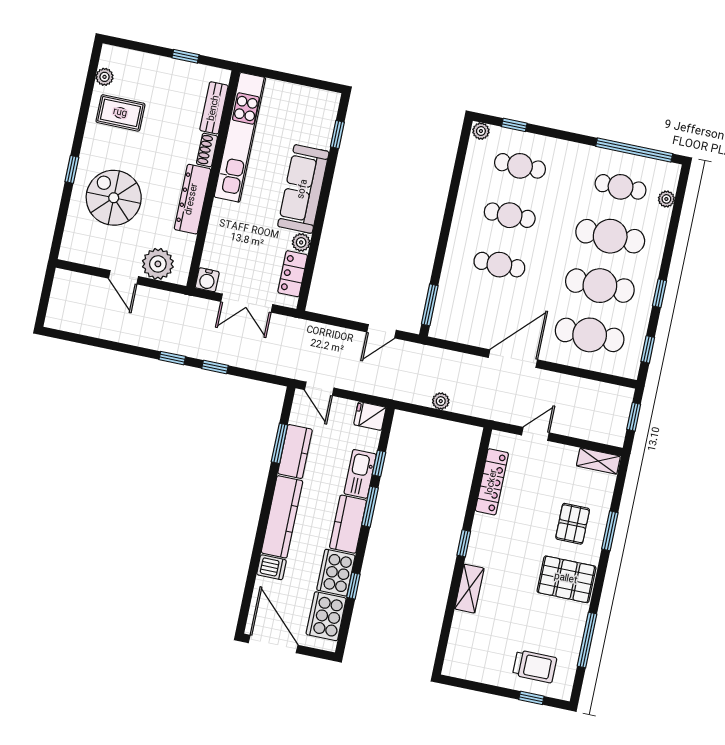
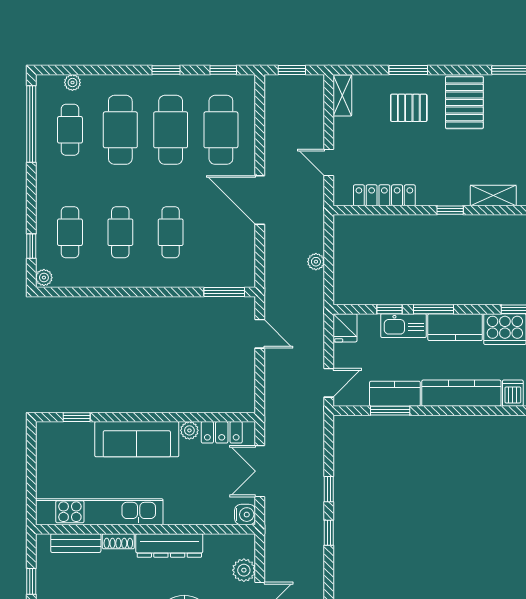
plant: (158, 264) -> (244, 570), width x0.73, depth x0.73
double door: (247, 303) -> (260, 471), swing flipped

